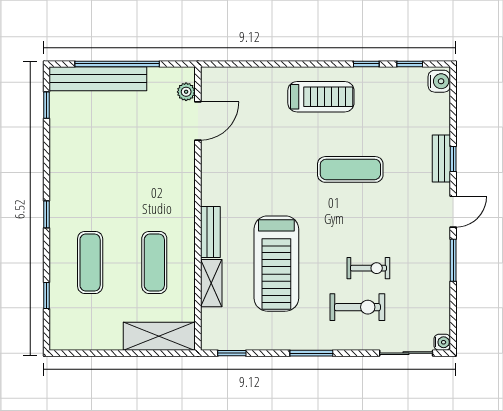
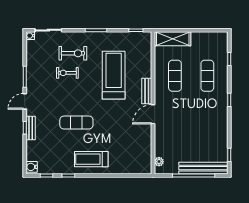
door: (198, 121) -> (153, 114), moved
shelving: (211, 283) -> (146, 65), removed
exercise bike: (357, 307) -> (73, 53), turned 180

